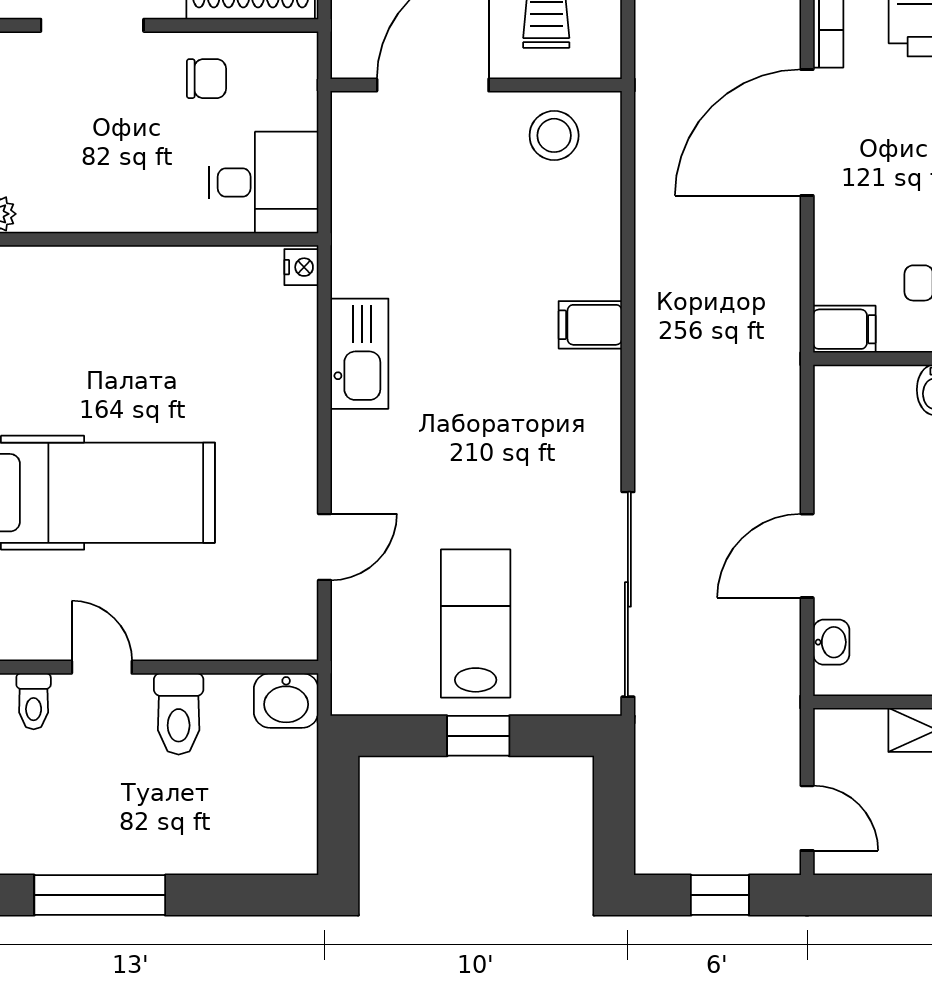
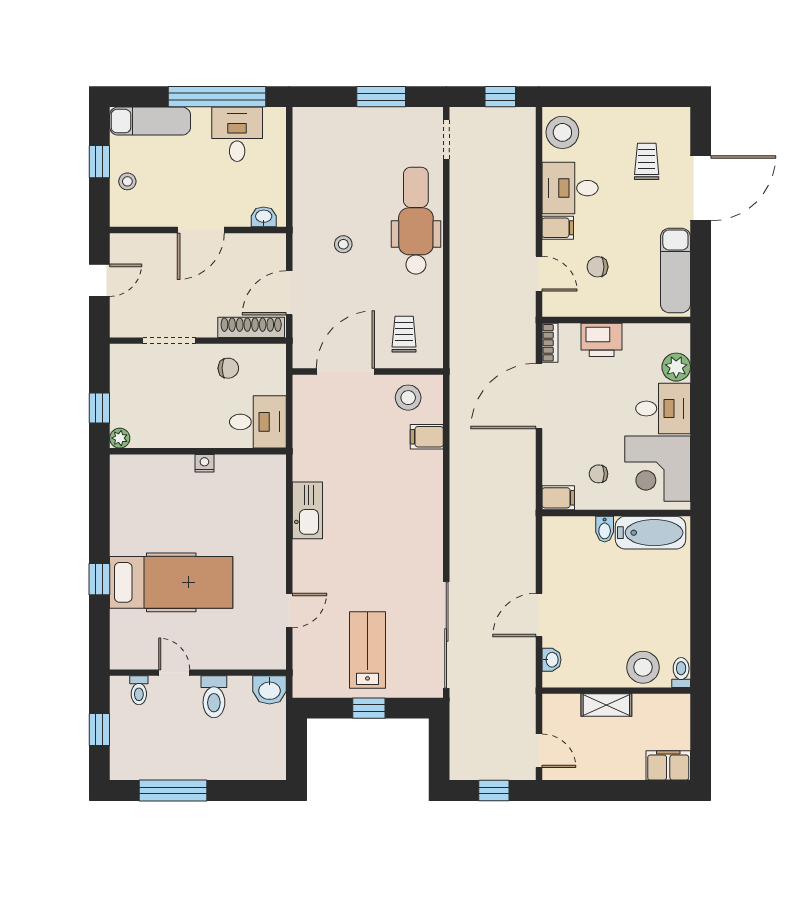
nightstand: (301, 267) -> (204, 463), moved, turned -90
filing cabinet: (590, 325) -> (427, 437), moved

